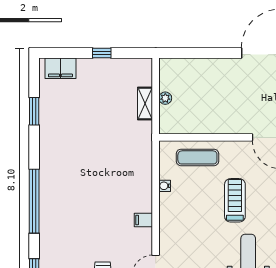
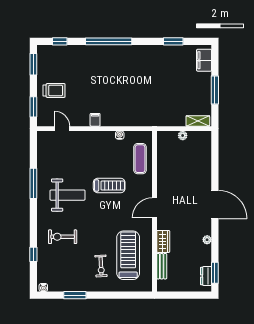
window: (102, 53) -> (215, 90), width x2.17
shelving: (145, 103) -> (198, 121), moved

